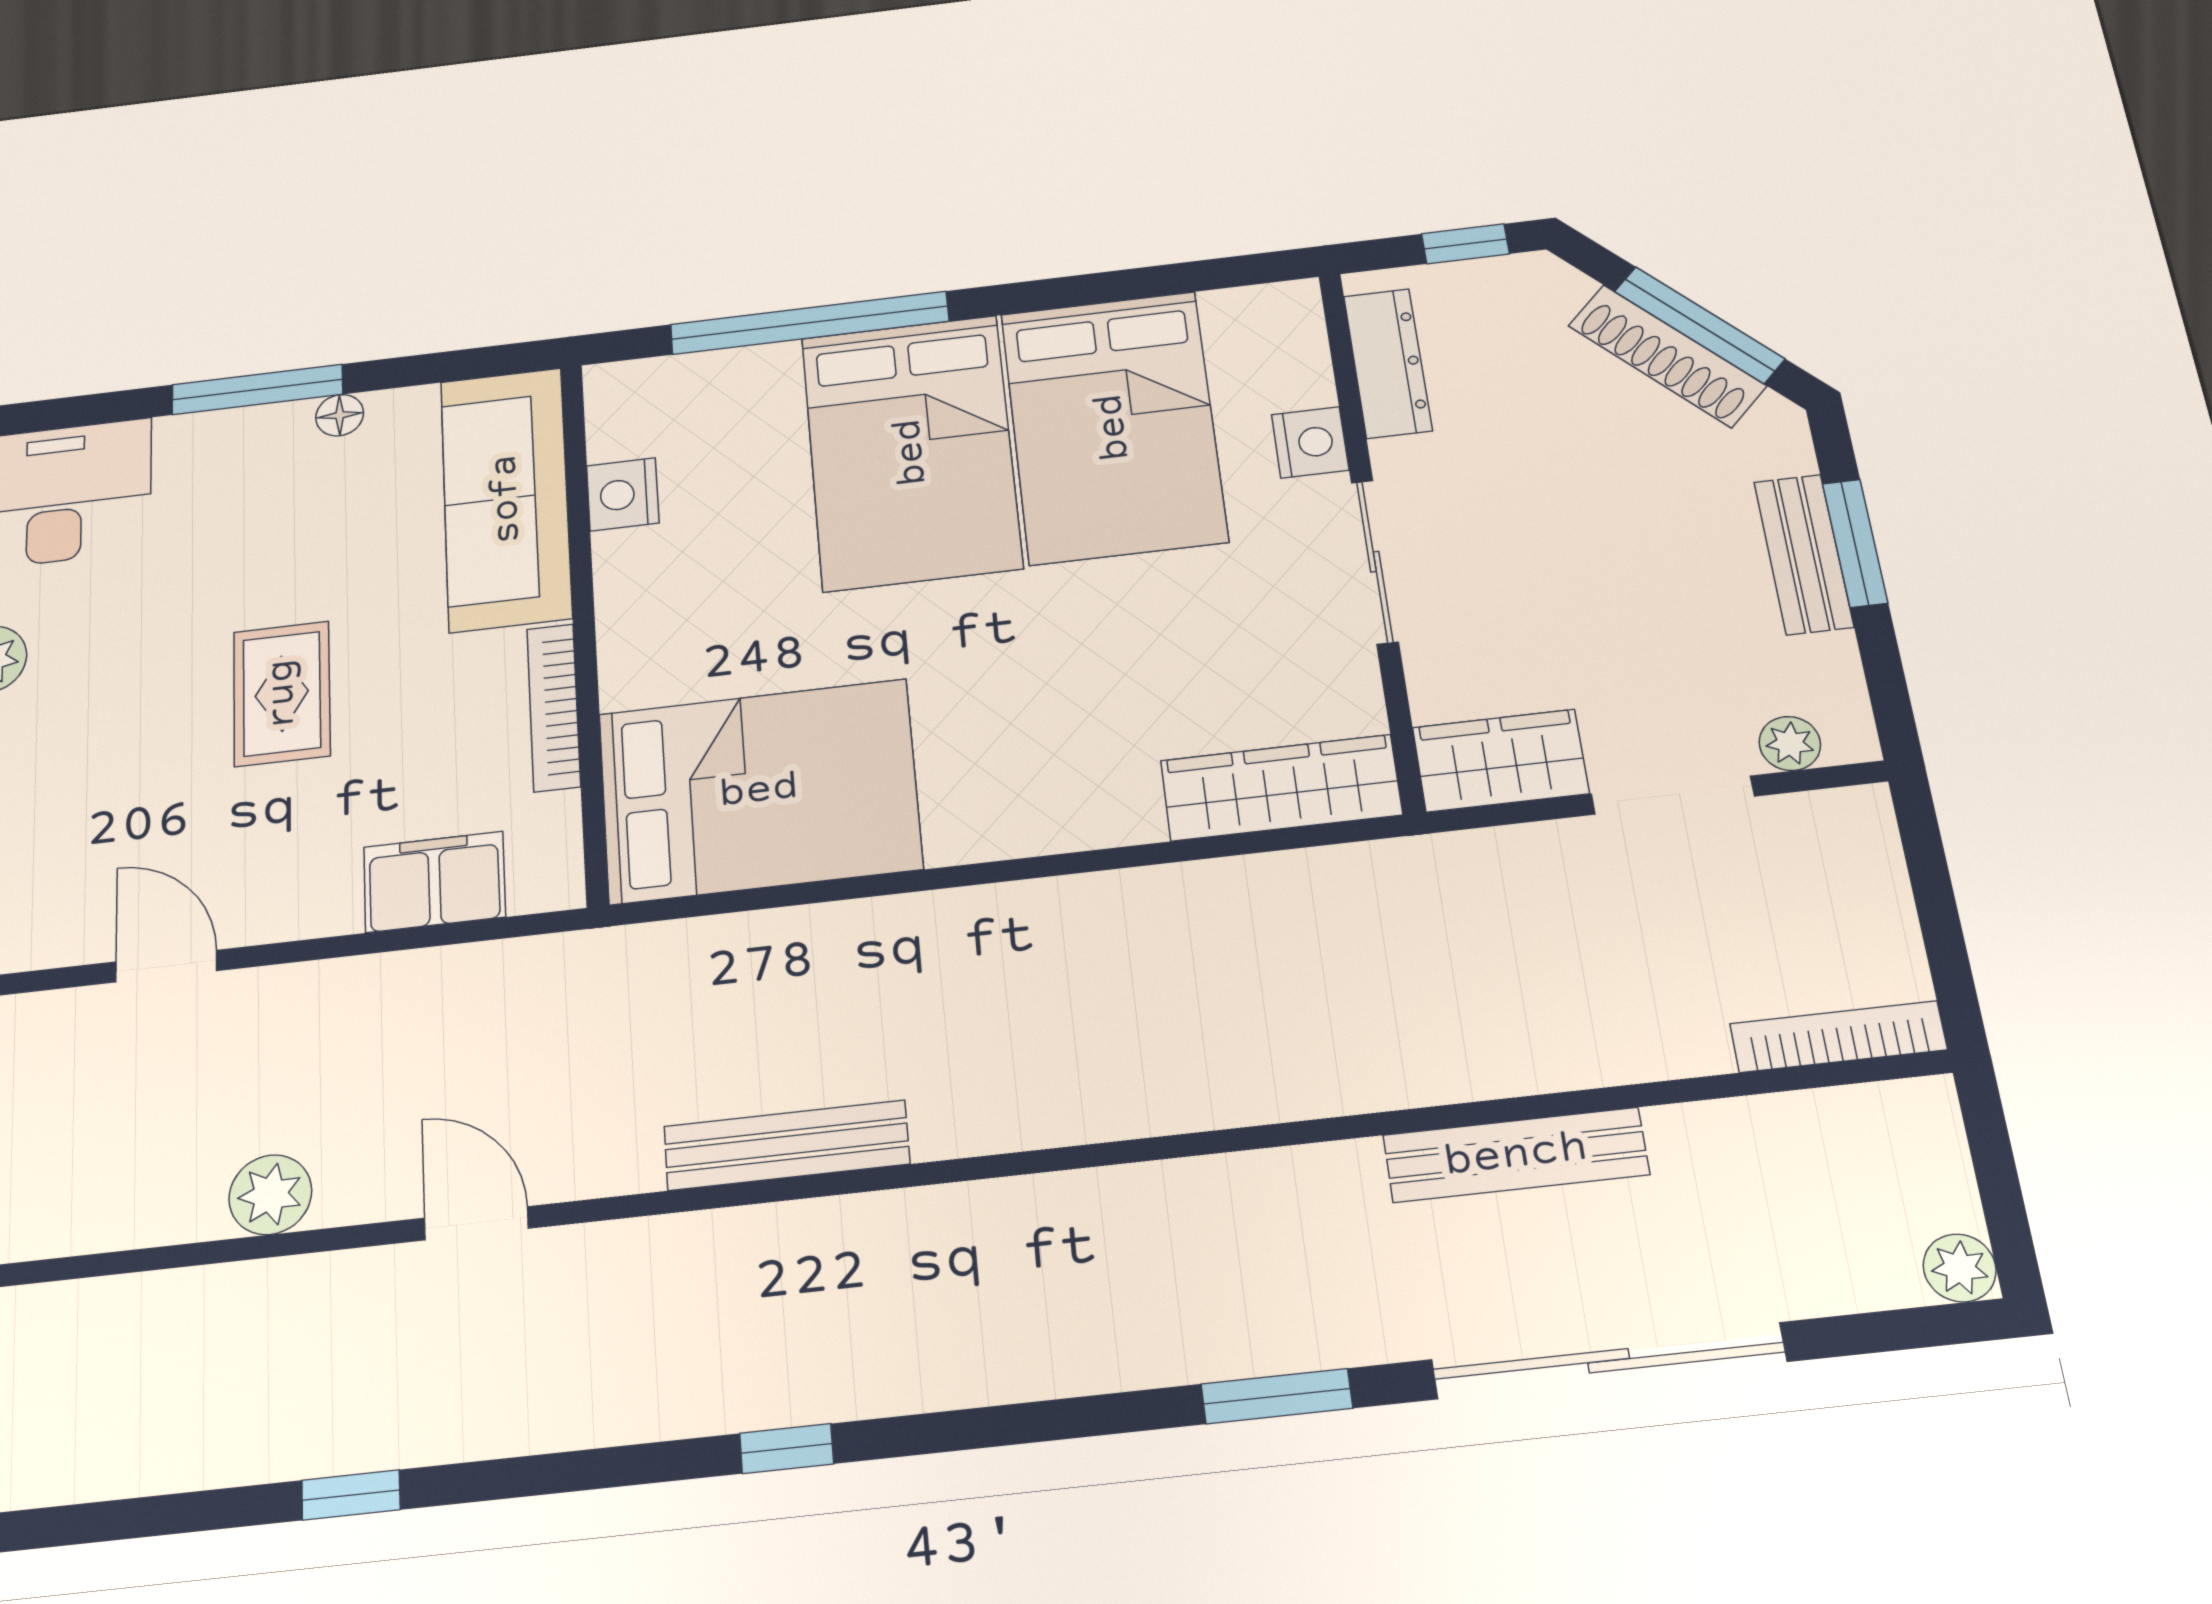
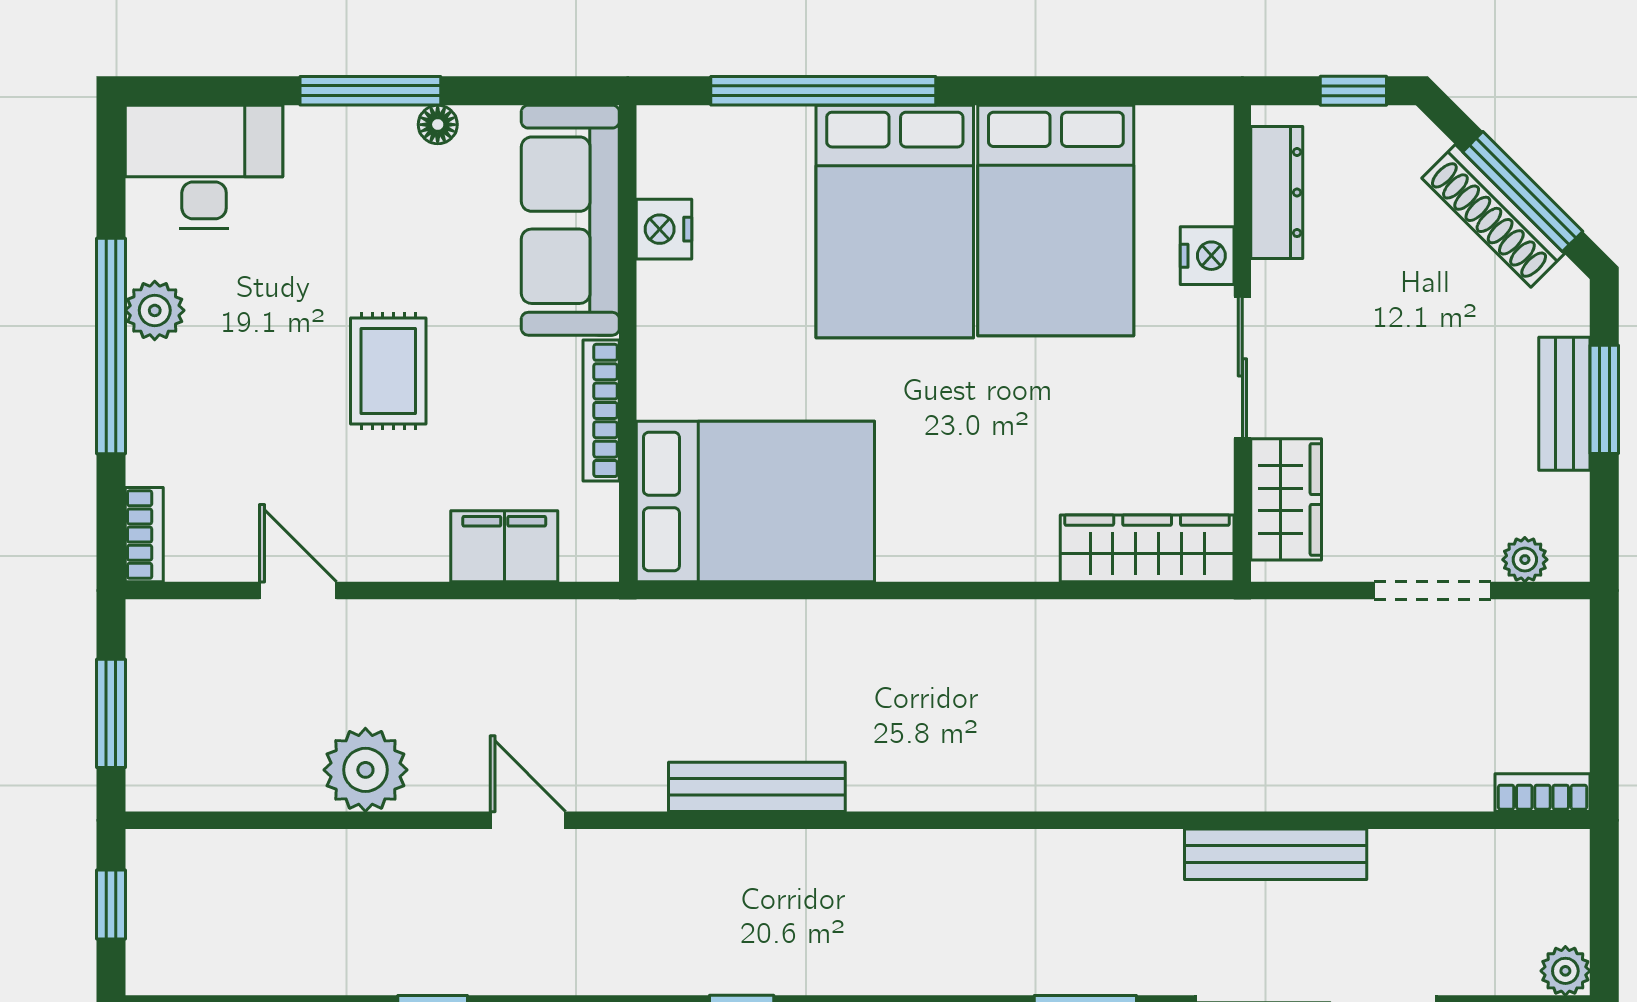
wardrobe: (1501, 761) -> (1286, 499), moved, turned 90
bookcase: (1838, 1037) -> (1542, 793), width x0.64
plant: (270, 1195) -> (365, 770), width x1.36, depth x1.36

